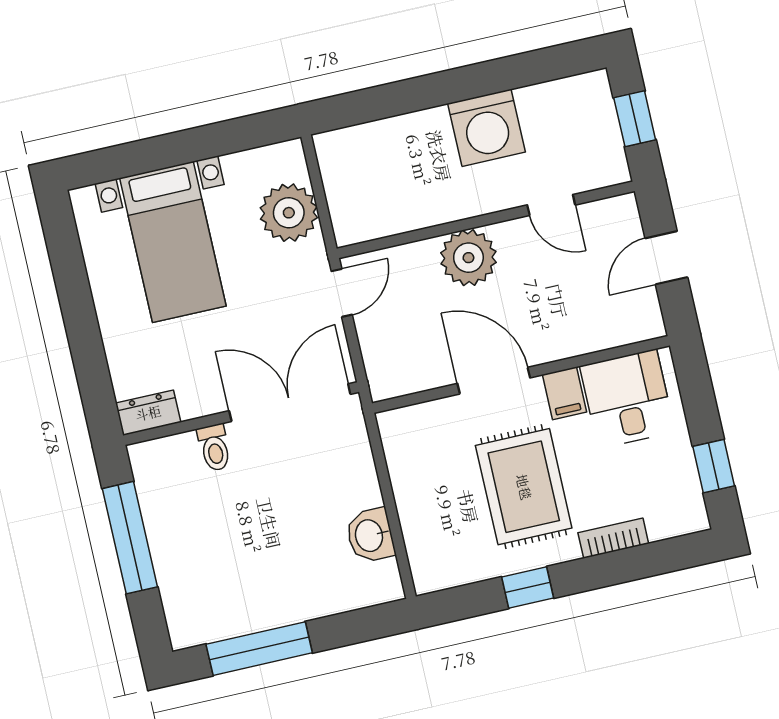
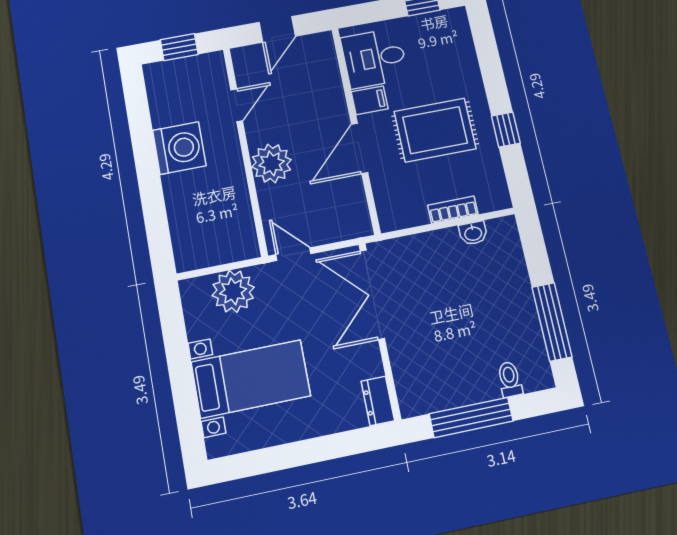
door: (666, 258) -> (277, 29), hinge flipped
toilet: (214, 448) -> (510, 379), moved, turned -90
washbasin: (370, 535) -> (473, 233), width x0.72, depth x0.69
bookcase: (613, 538) -> (453, 210), moved, turned 90

